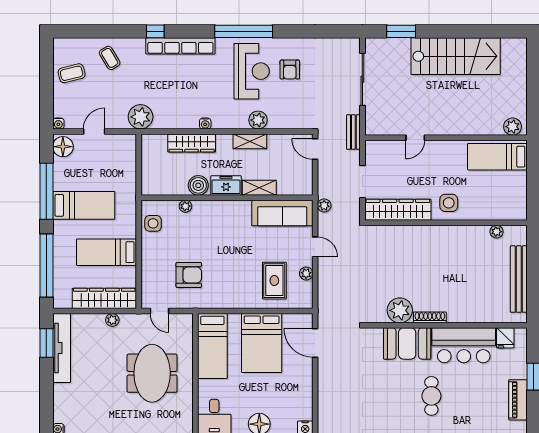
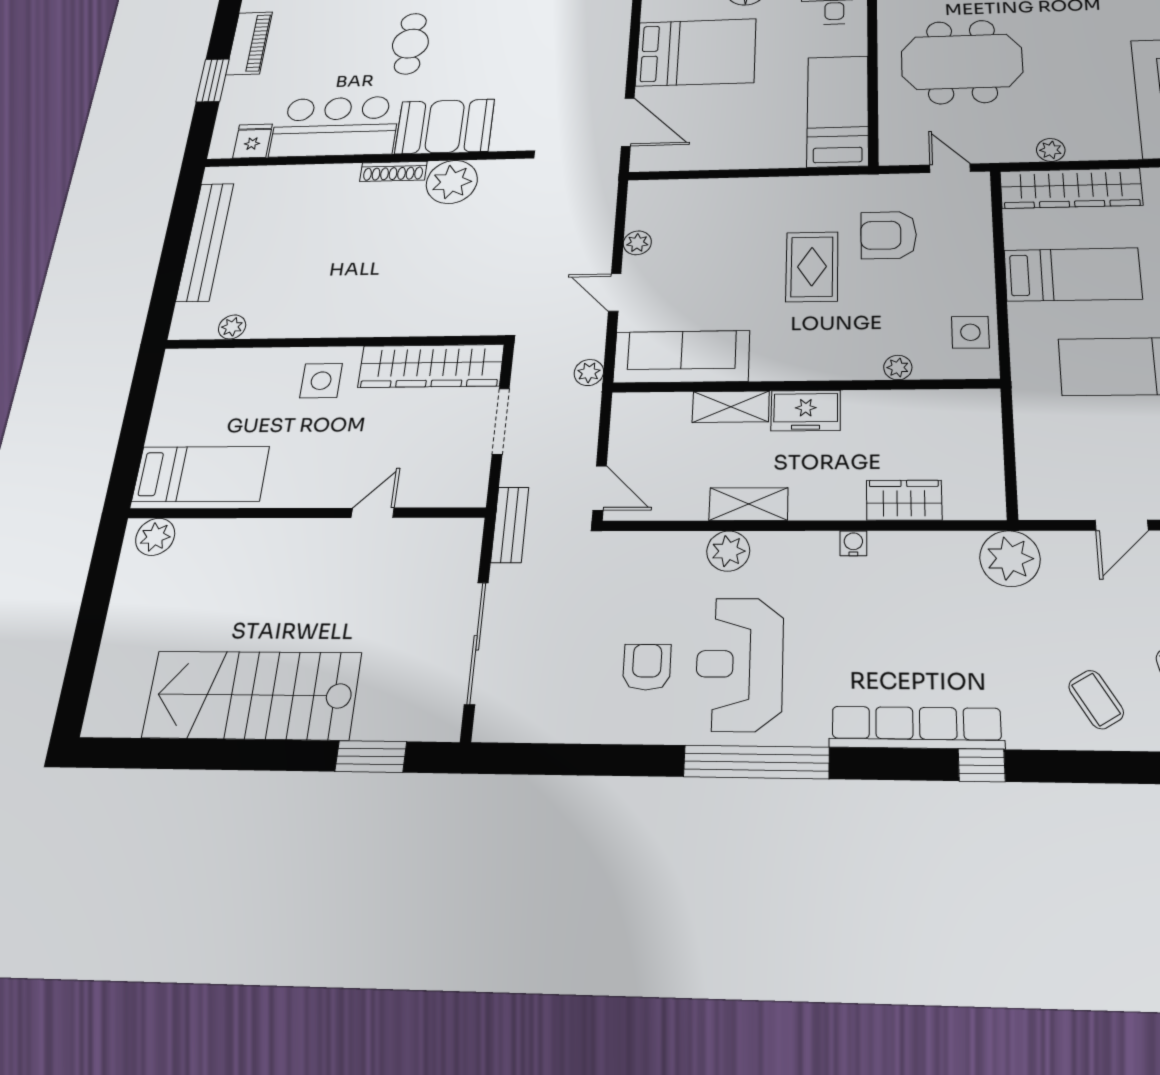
wardrobe: (192, 143) -> (904, 500), width x0.67
boiler: (198, 185) -> (869, 410), removed
rug: (274, 281) -> (812, 267), moved
bed: (262, 343) -> (696, 52), moved, turned 90
meeting table: (152, 373) -> (962, 62), turned 90

